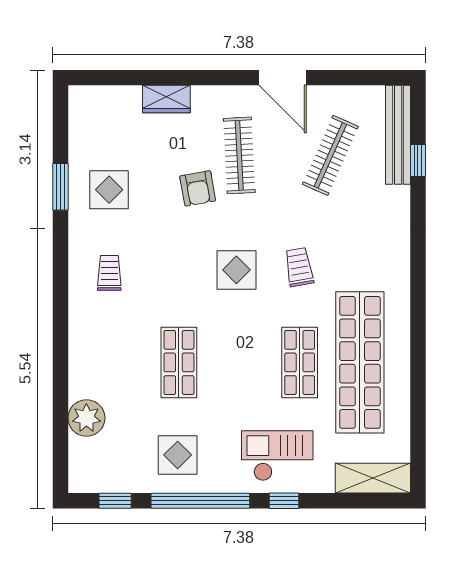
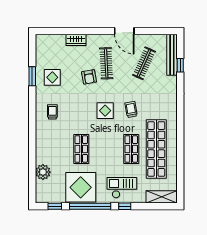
display table: (178, 455) -> (81, 187), width x1.86, depth x1.86

